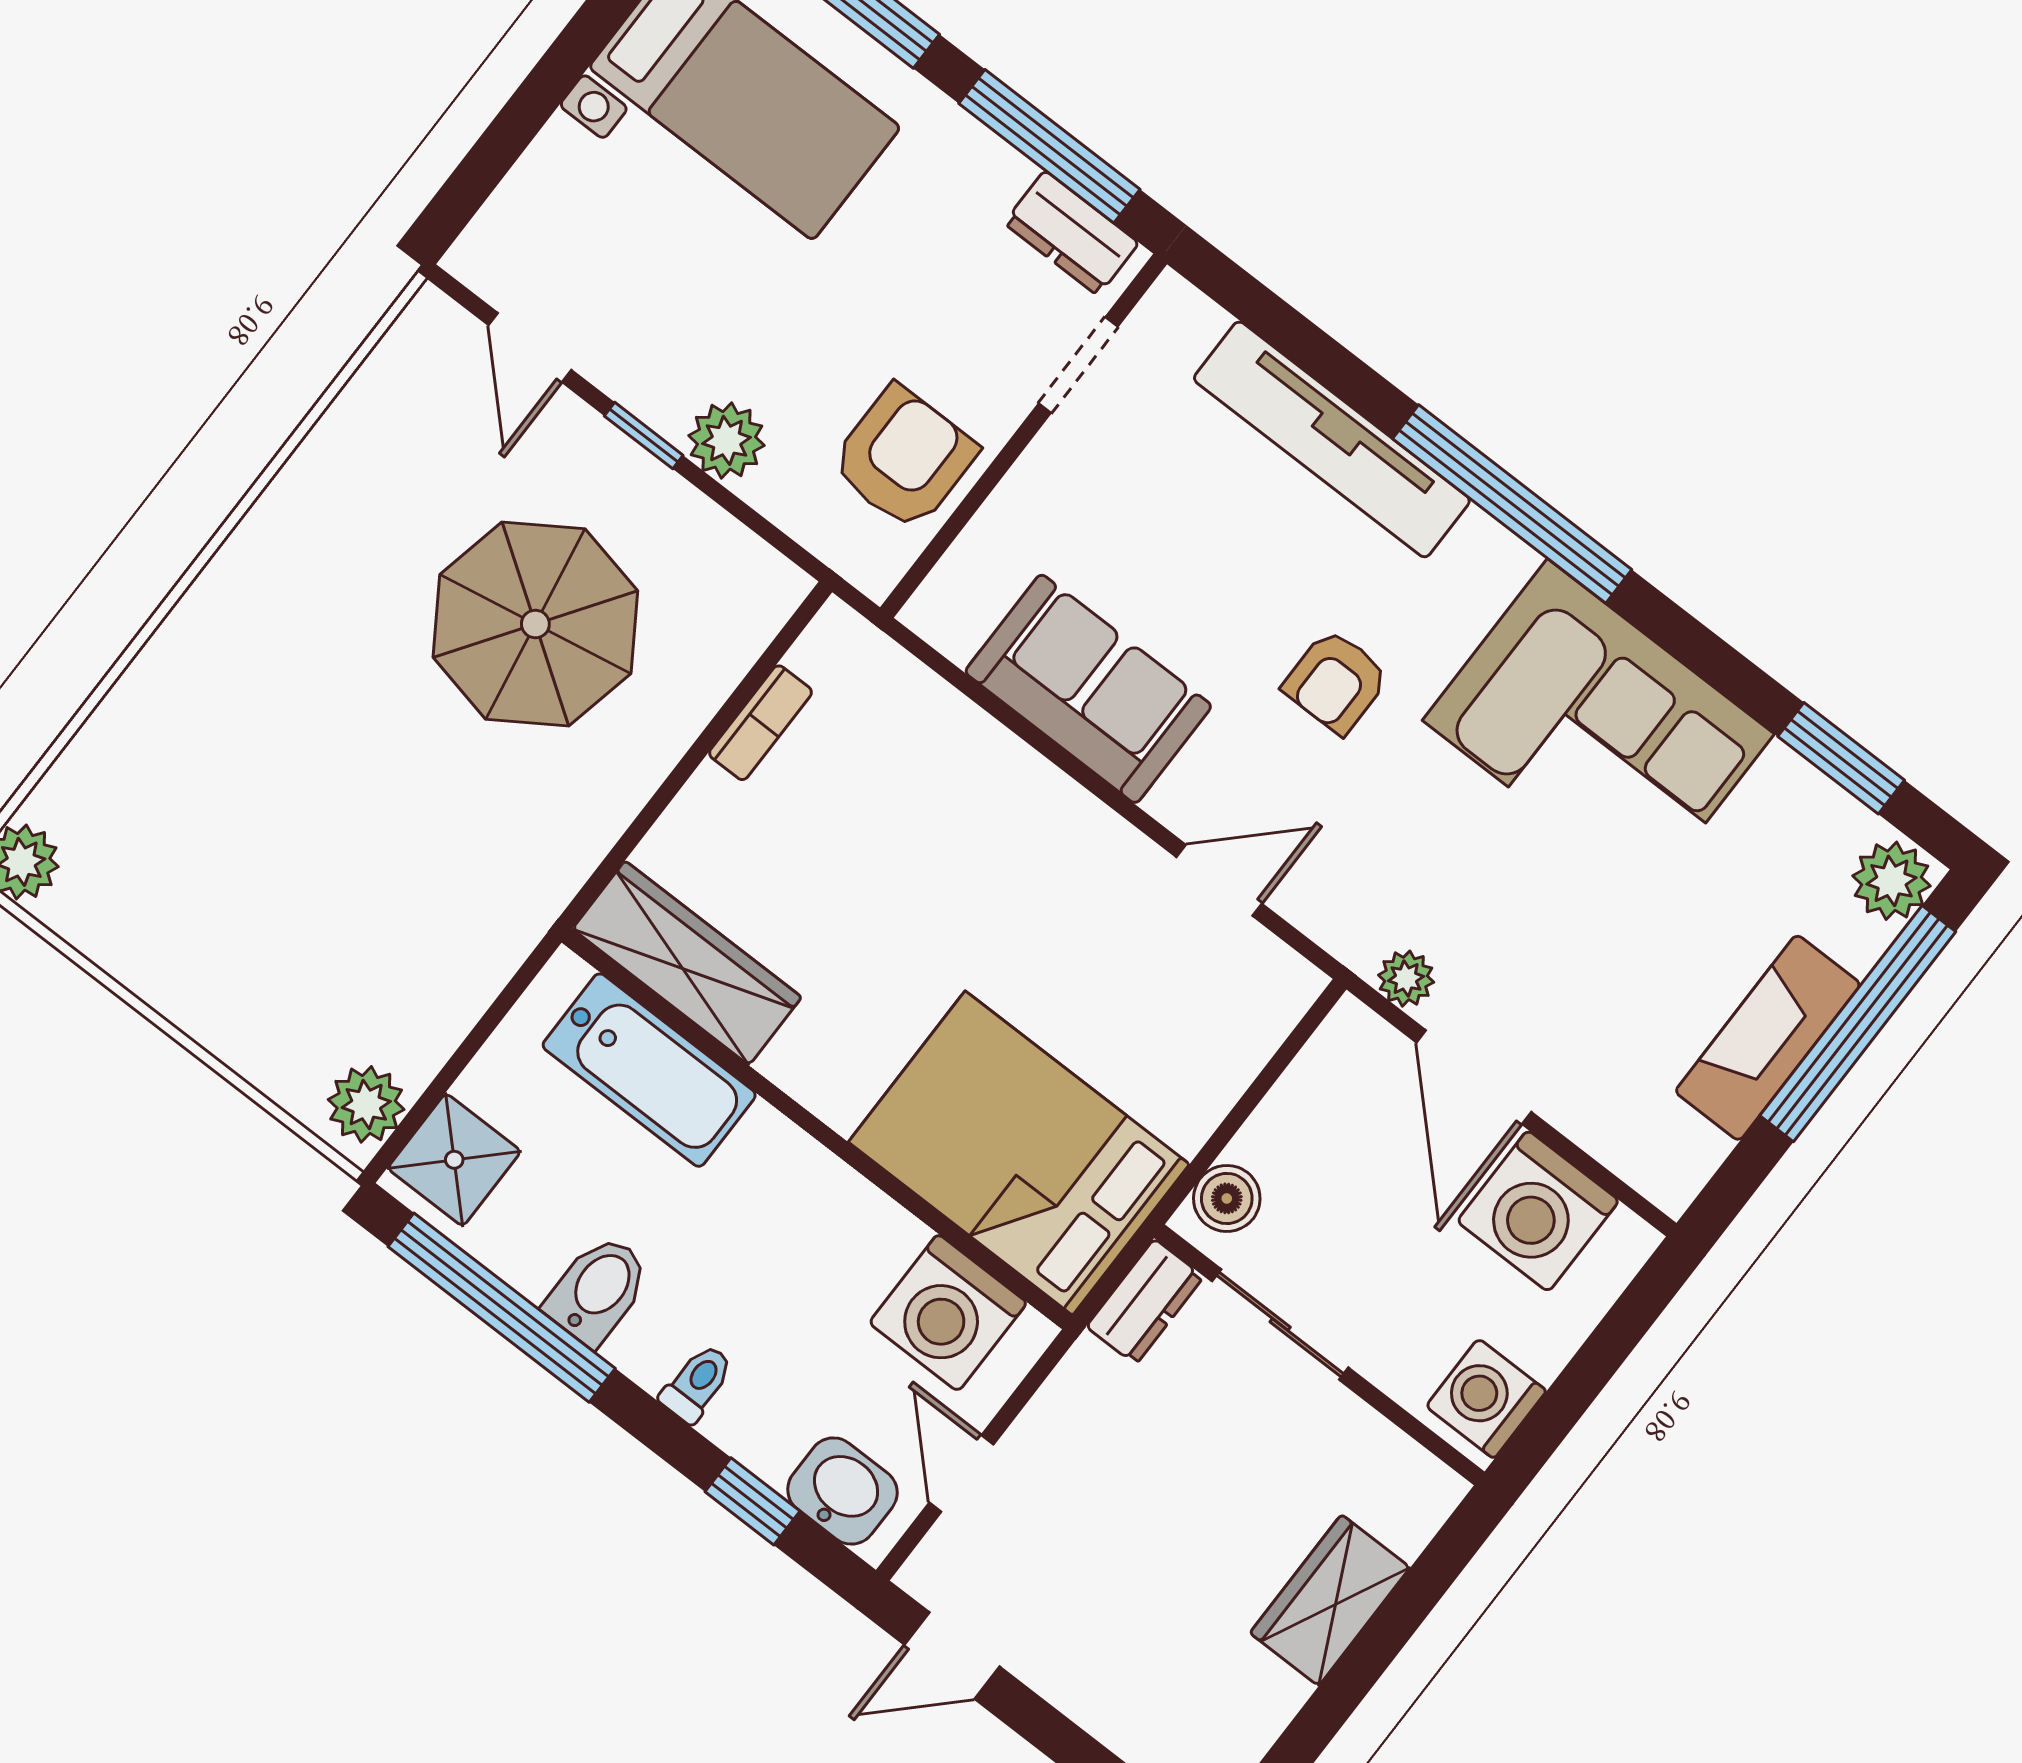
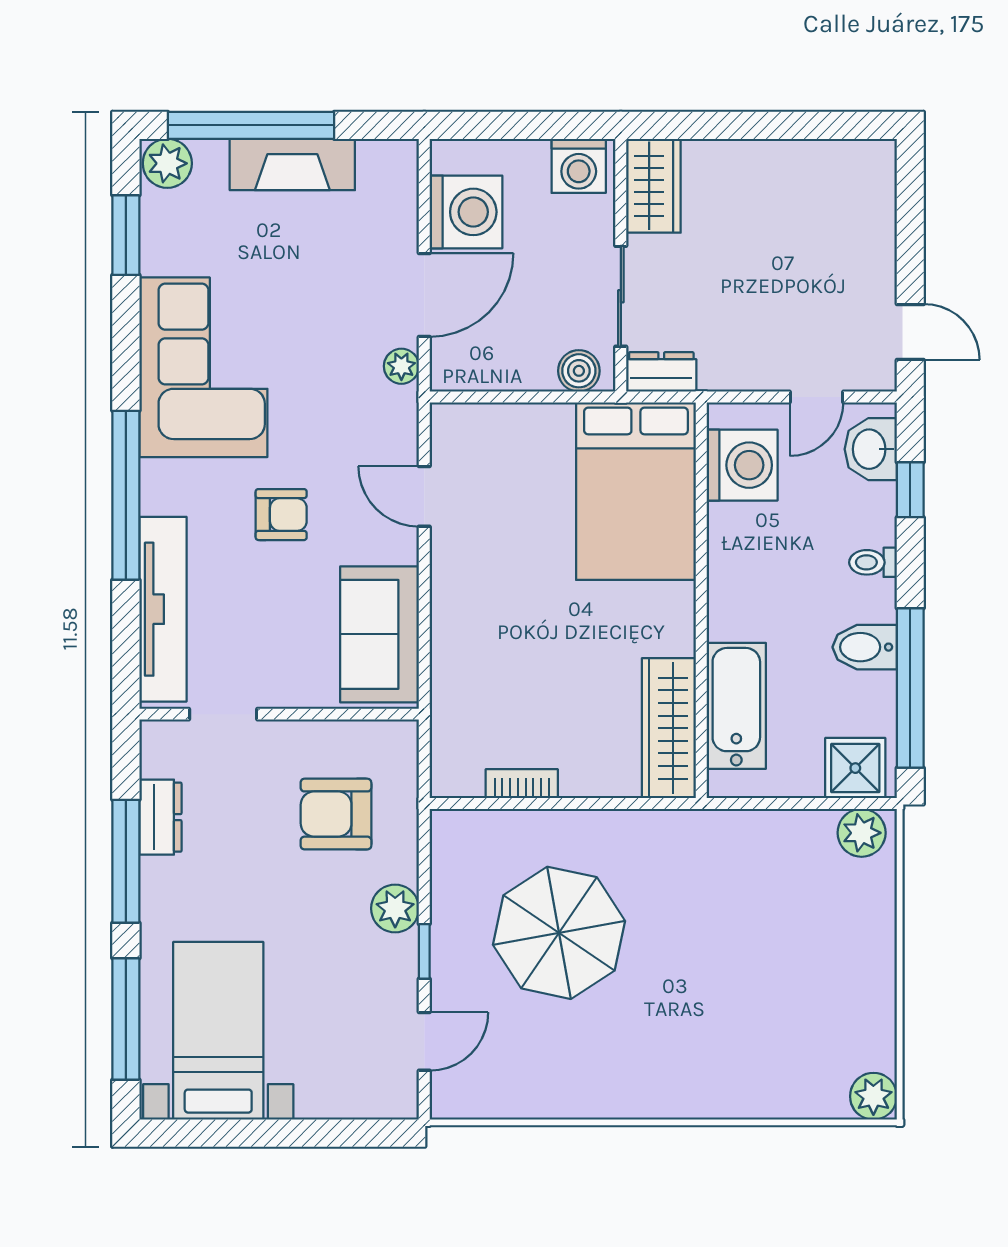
doorway: (1078, 365) -> (223, 714), moved
wall: (1023, 436) -> (279, 714), moved
wardrobe: (1330, 1600) -> (653, 186), moved, turned -90

